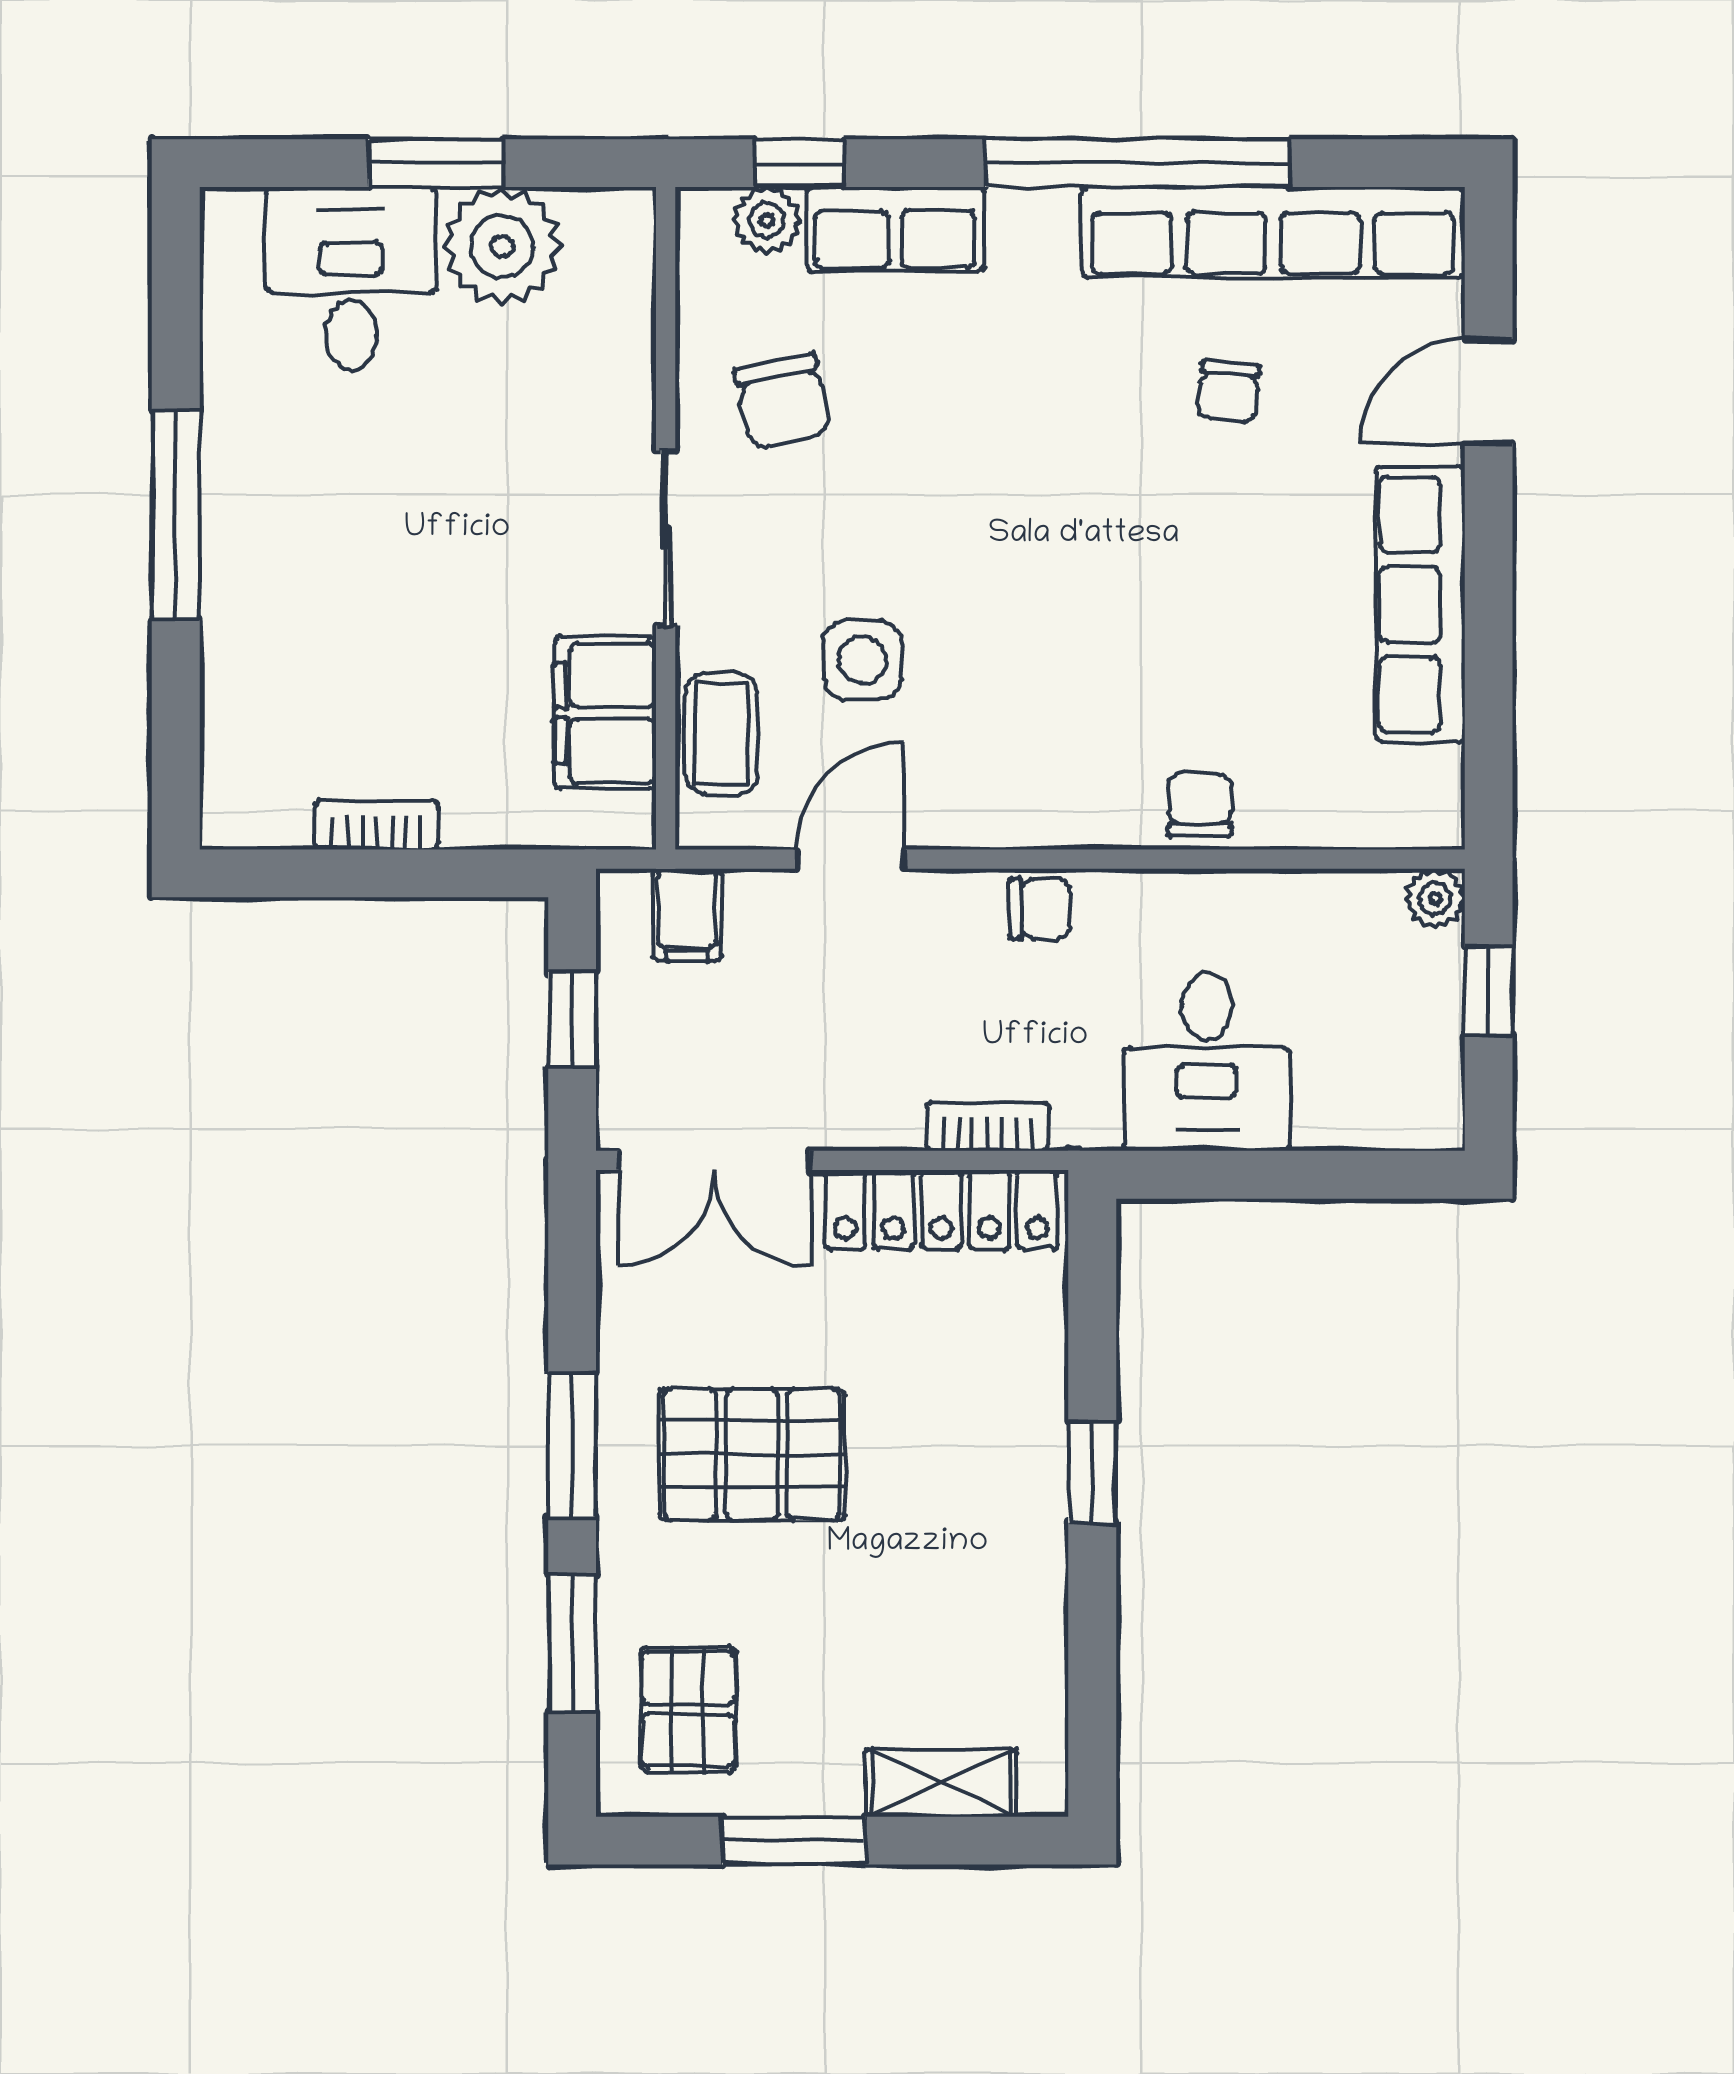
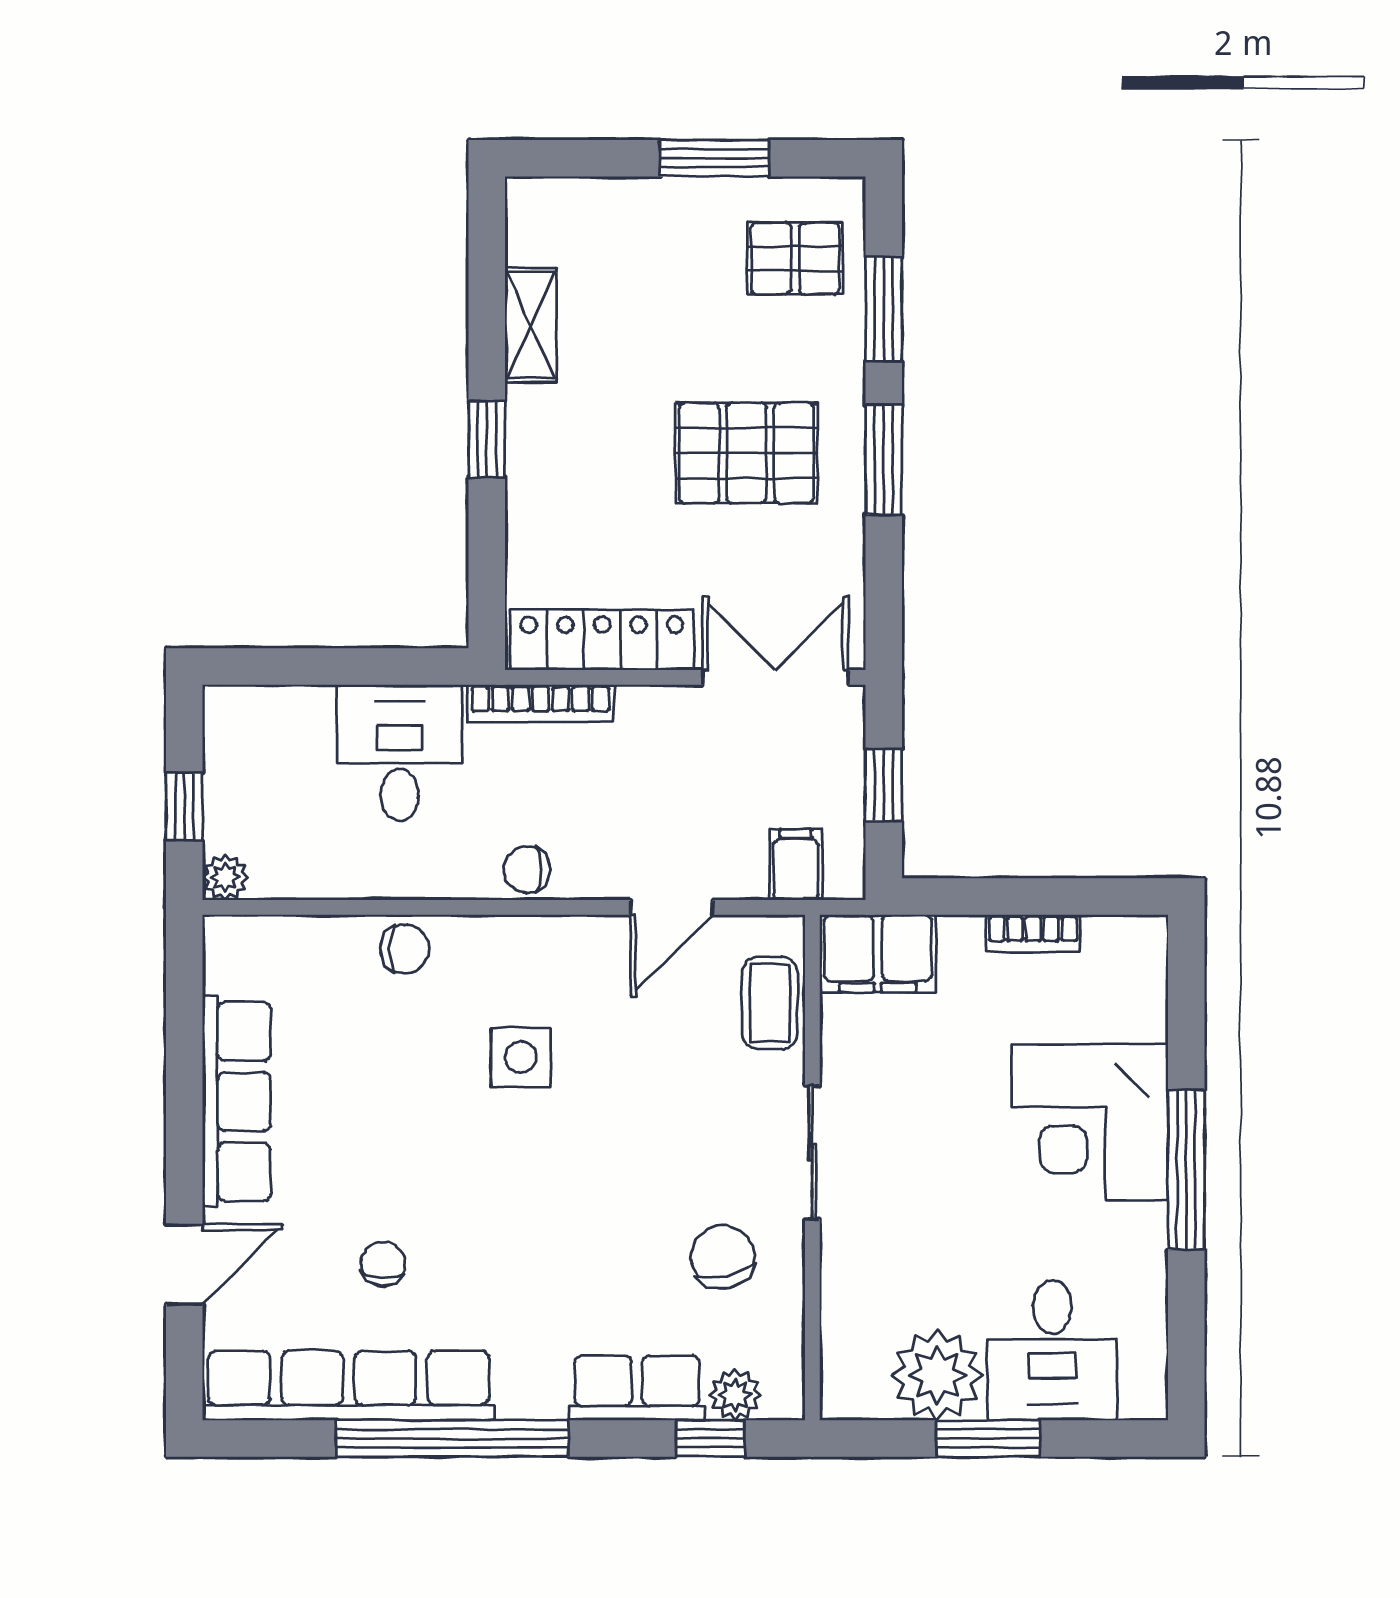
corner desk: (302, 577) -> (1090, 1122), added
side table: (863, 660) -> (521, 1057), moved
filing cabinet: (605, 713) -> (878, 953), moved, turned 90
chair: (1200, 805) -> (405, 949), turned -90
bookcase: (987, 1126) -> (541, 703), width x1.56
pallet: (688, 1709) -> (795, 259), turned 90
shelving: (941, 1783) -> (531, 325), moved, turned 90

